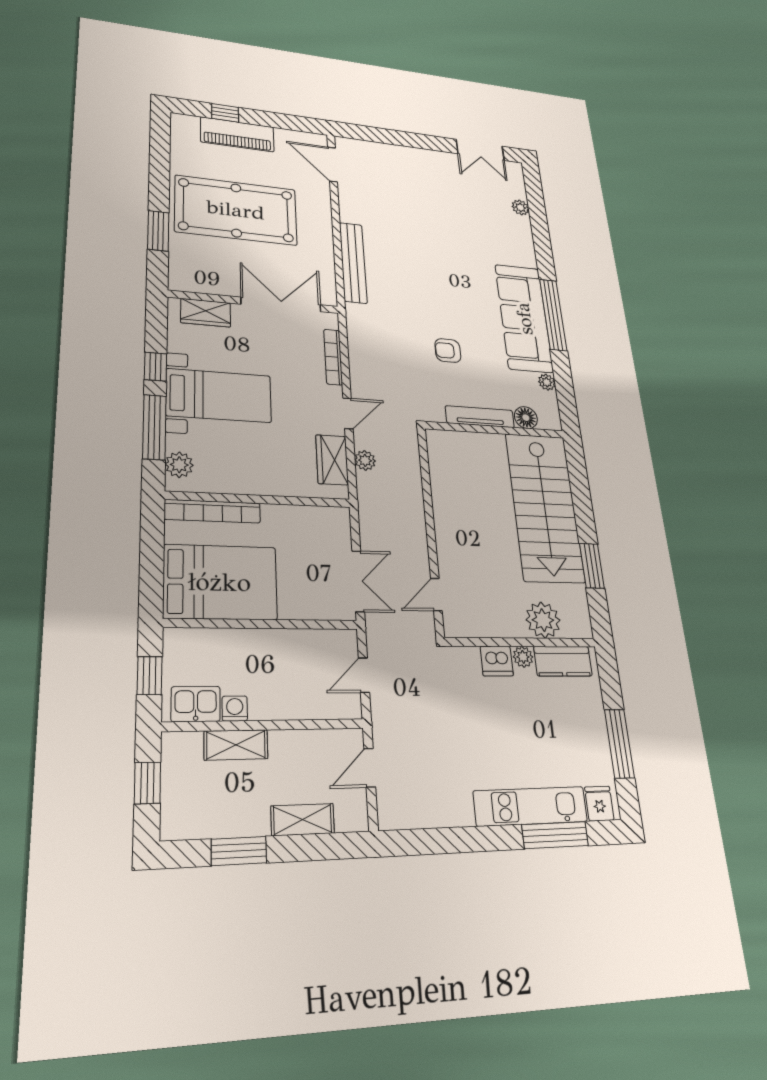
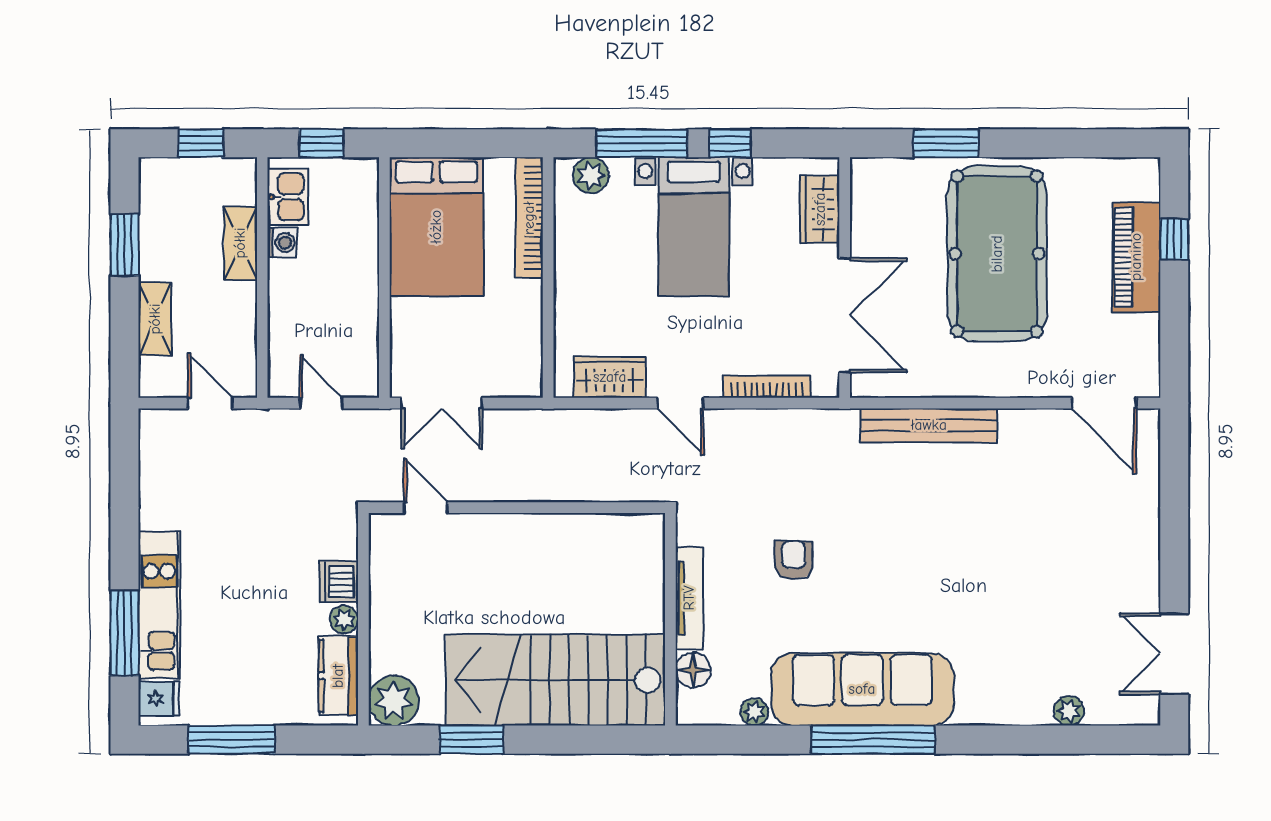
door: (333, 165) -> (1104, 403), swing flipped
plant: (365, 460) -> (611, 423), removed
plant: (543, 620) -> (394, 701), moved

